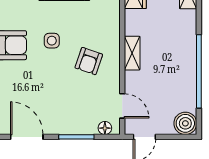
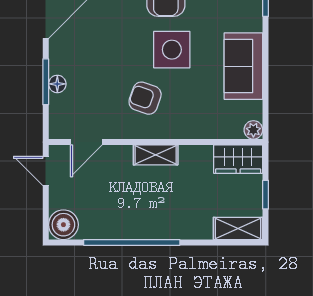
side table: (52, 41) -> (172, 50), width x1.87, depth x1.87
floor lamp: (105, 128) -> (57, 84), moved

